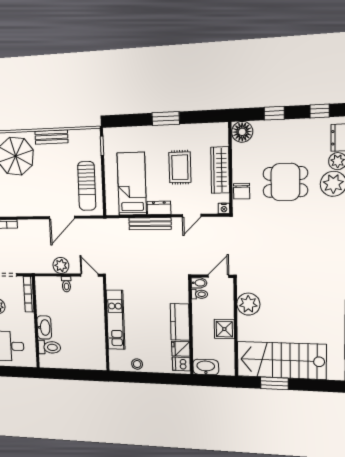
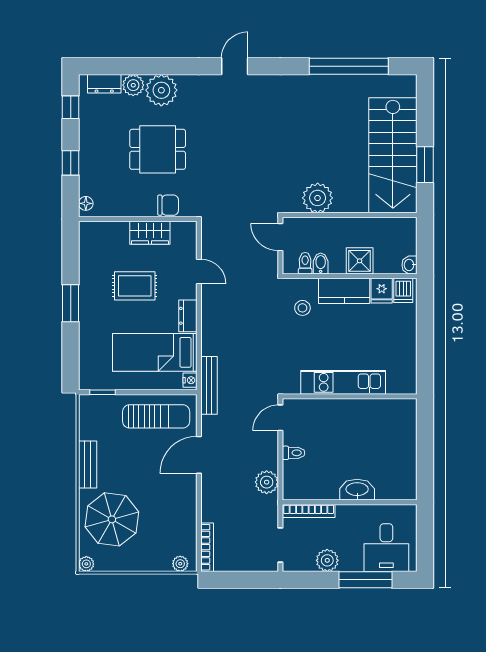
floor lamp: (242, 132) -> (86, 203), width x0.53, depth x0.53
wardrobe: (220, 170) -> (150, 233), width x0.67
dining table: (285, 182) -> (158, 149), turned 90
nightstand: (224, 208) -> (190, 380), moved
door: (62, 217) -> (199, 455), swing flipped
bench: (150, 224) -> (209, 385), moved
plant: (61, 265) -> (267, 482), moved
bidet: (199, 283) -> (321, 264), moved
shower: (224, 329) -> (360, 261), moved
toilet: (49, 347) -> (386, 483), removed
stool: (137, 364) -> (302, 308), moved
washbasin: (206, 367) -> (409, 265), width x0.52, depth x0.69

